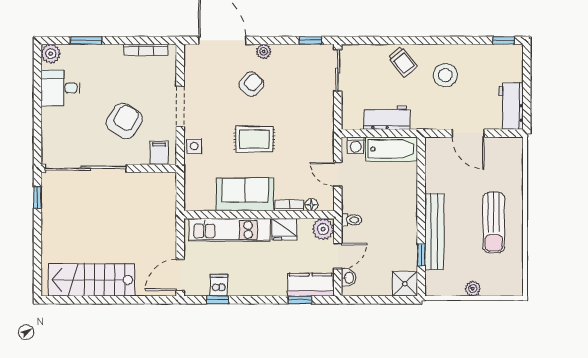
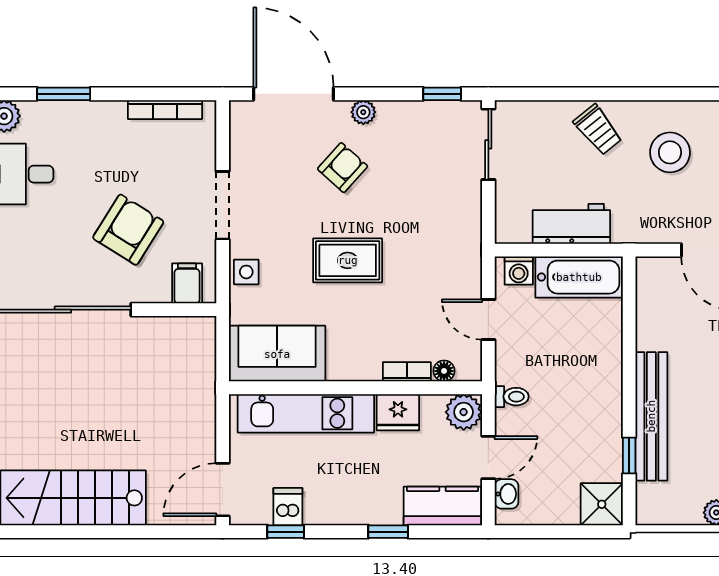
sofa: (245, 194) -> (277, 354), moved
window: (300, 300) -> (388, 532), moved

